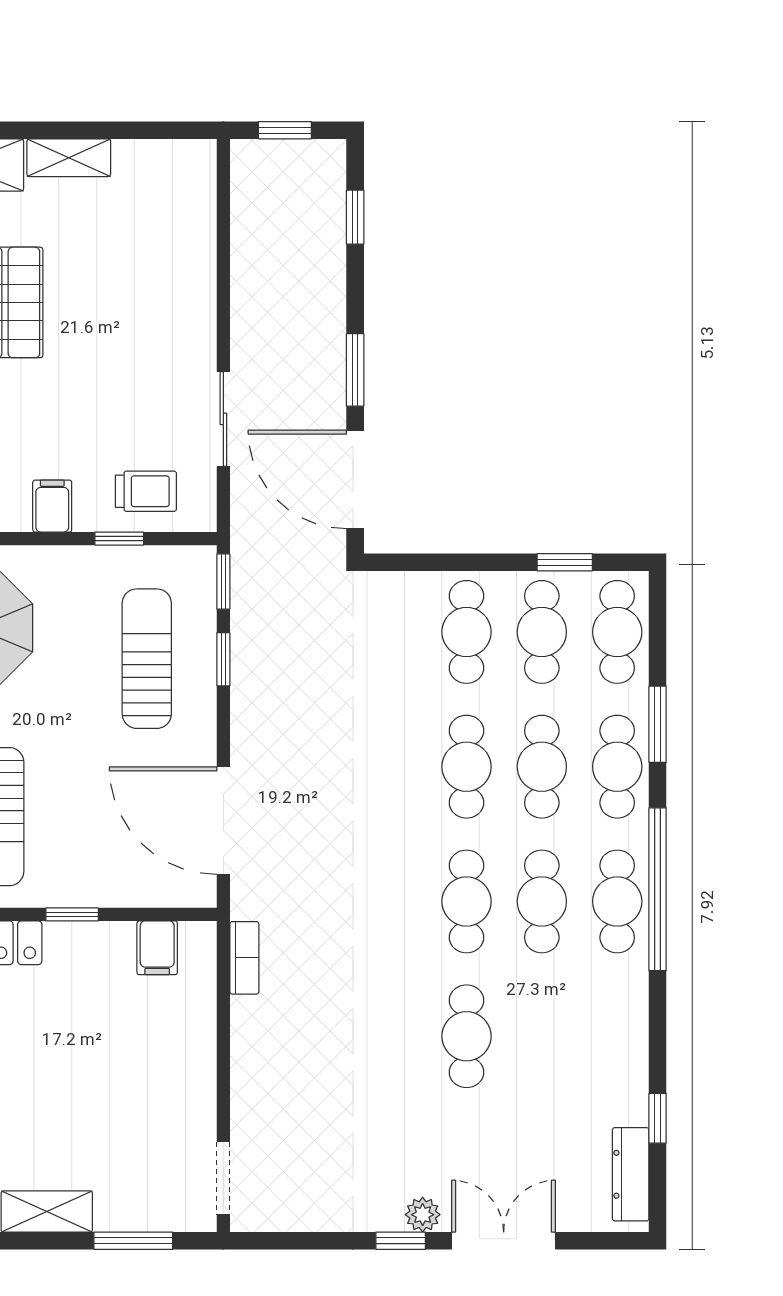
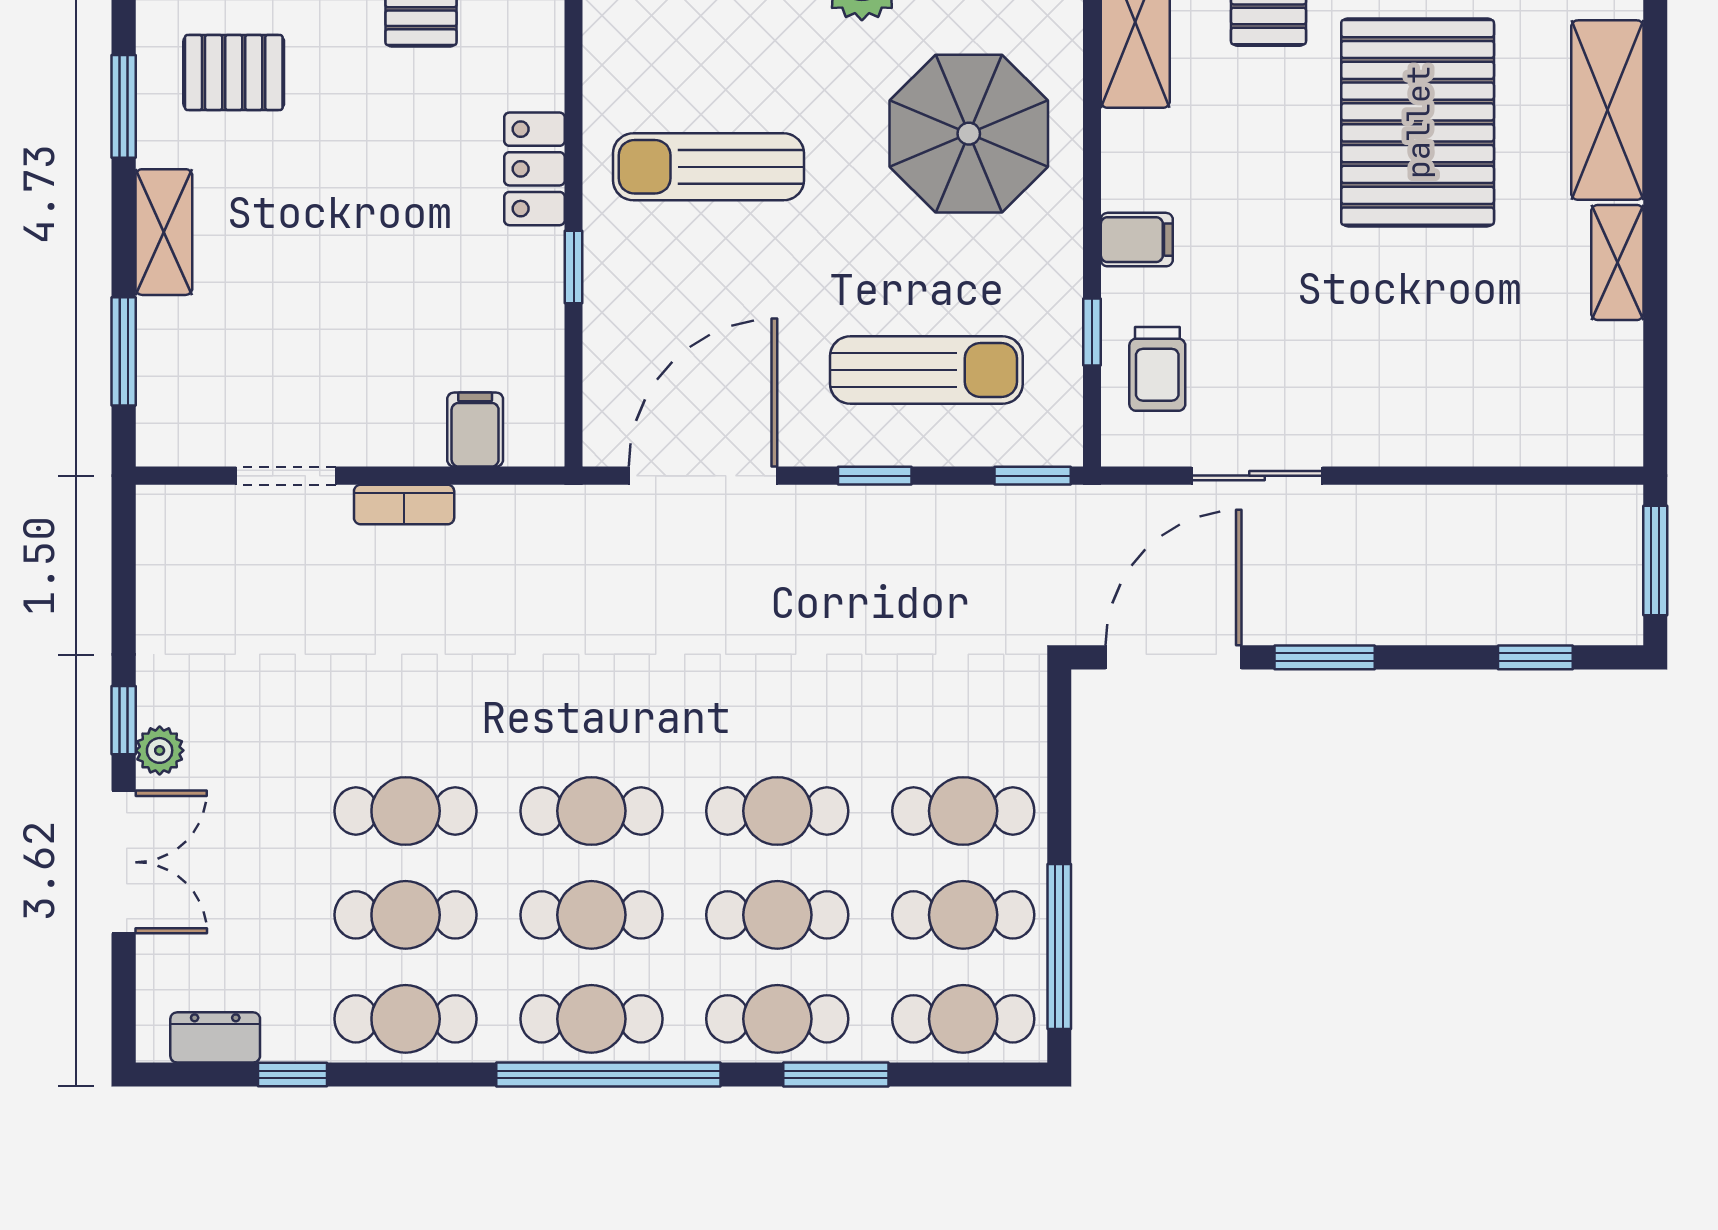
window: (285, 130) -> (1655, 561), width x1.50
window: (565, 562) -> (1059, 946), width x2.17
window: (223, 659) -> (875, 476), moved
filing cabinet: (157, 948) -> (475, 430), moved, turned 90
bookcase: (244, 958) -> (404, 504), moved
cafe table: (542, 1036) -> (406, 915), added
cafe table: (617, 1036) -> (406, 1019), added
dresser: (631, 1174) -> (215, 1037), width x0.70
doorway: (223, 1178) -> (286, 476), moved

